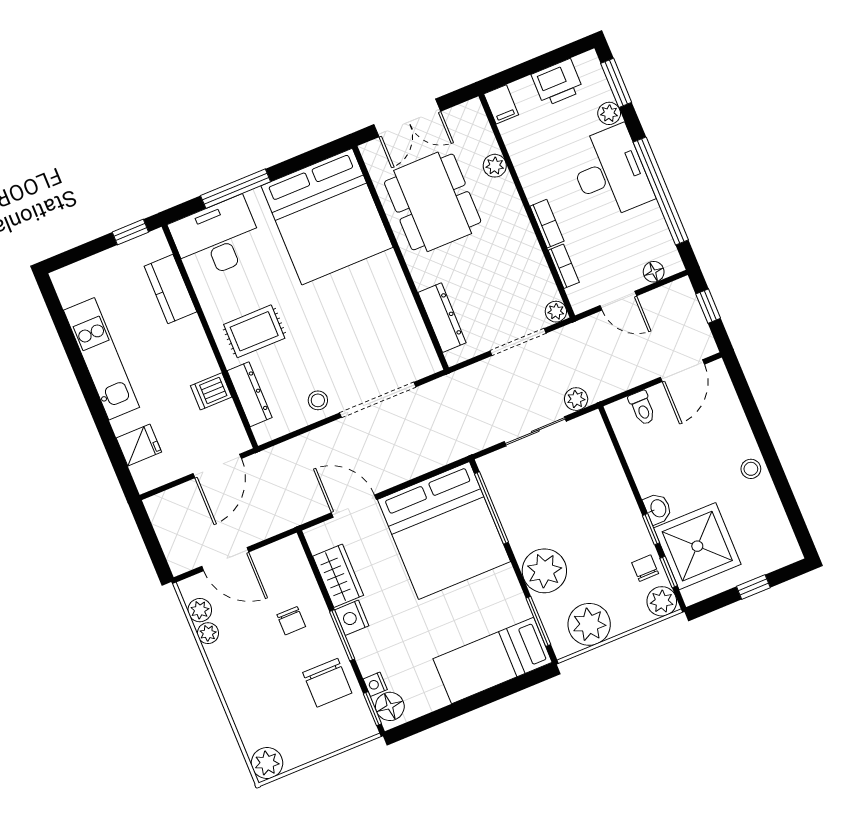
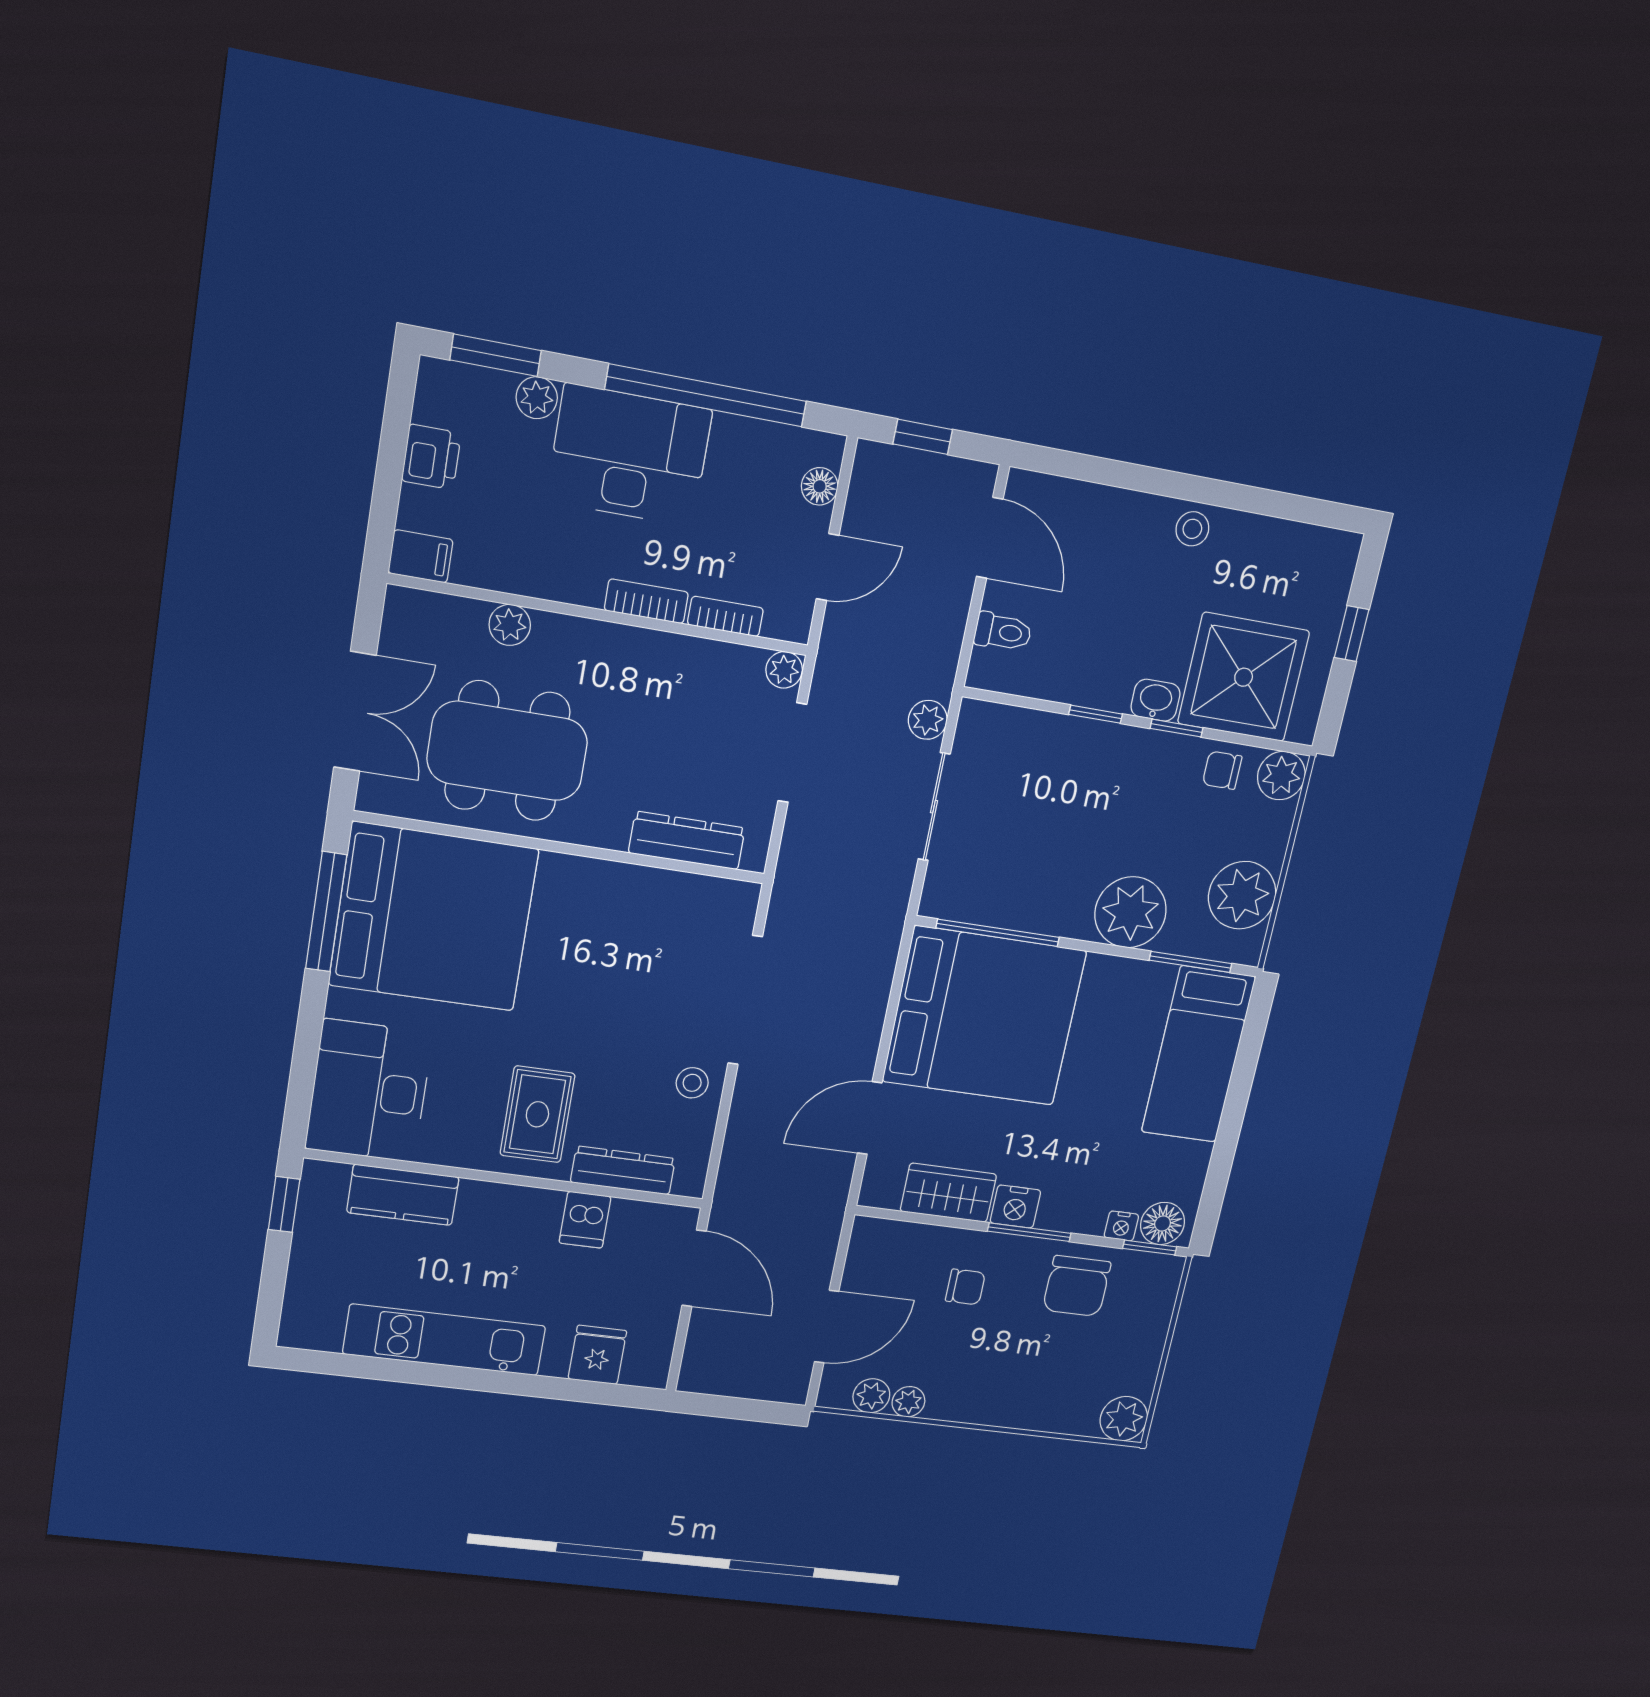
printer: (557, 83) -> (431, 457), width x0.73, depth x0.81
window: (236, 189) -> (326, 912), moved
window: (669, 572) -> (1096, 714), moved
chair: (327, 683) -> (1077, 1286), turned 90

